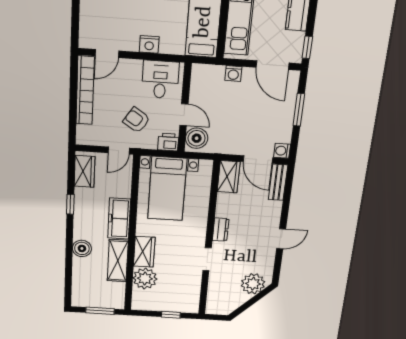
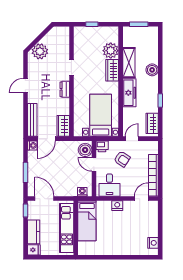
washing machine: (233, 74) -> (82, 192), moved
door: (258, 160) -> (46, 139), swing flipped
bench: (278, 182) -> (32, 120), width x1.36

